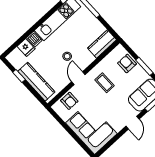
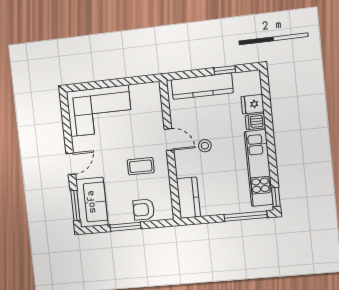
armchair: (127, 63) -> (144, 210), turned 180
armchair: (69, 101) -> (150, 109), removed
door: (133, 123) -> (71, 164), swing flipped

